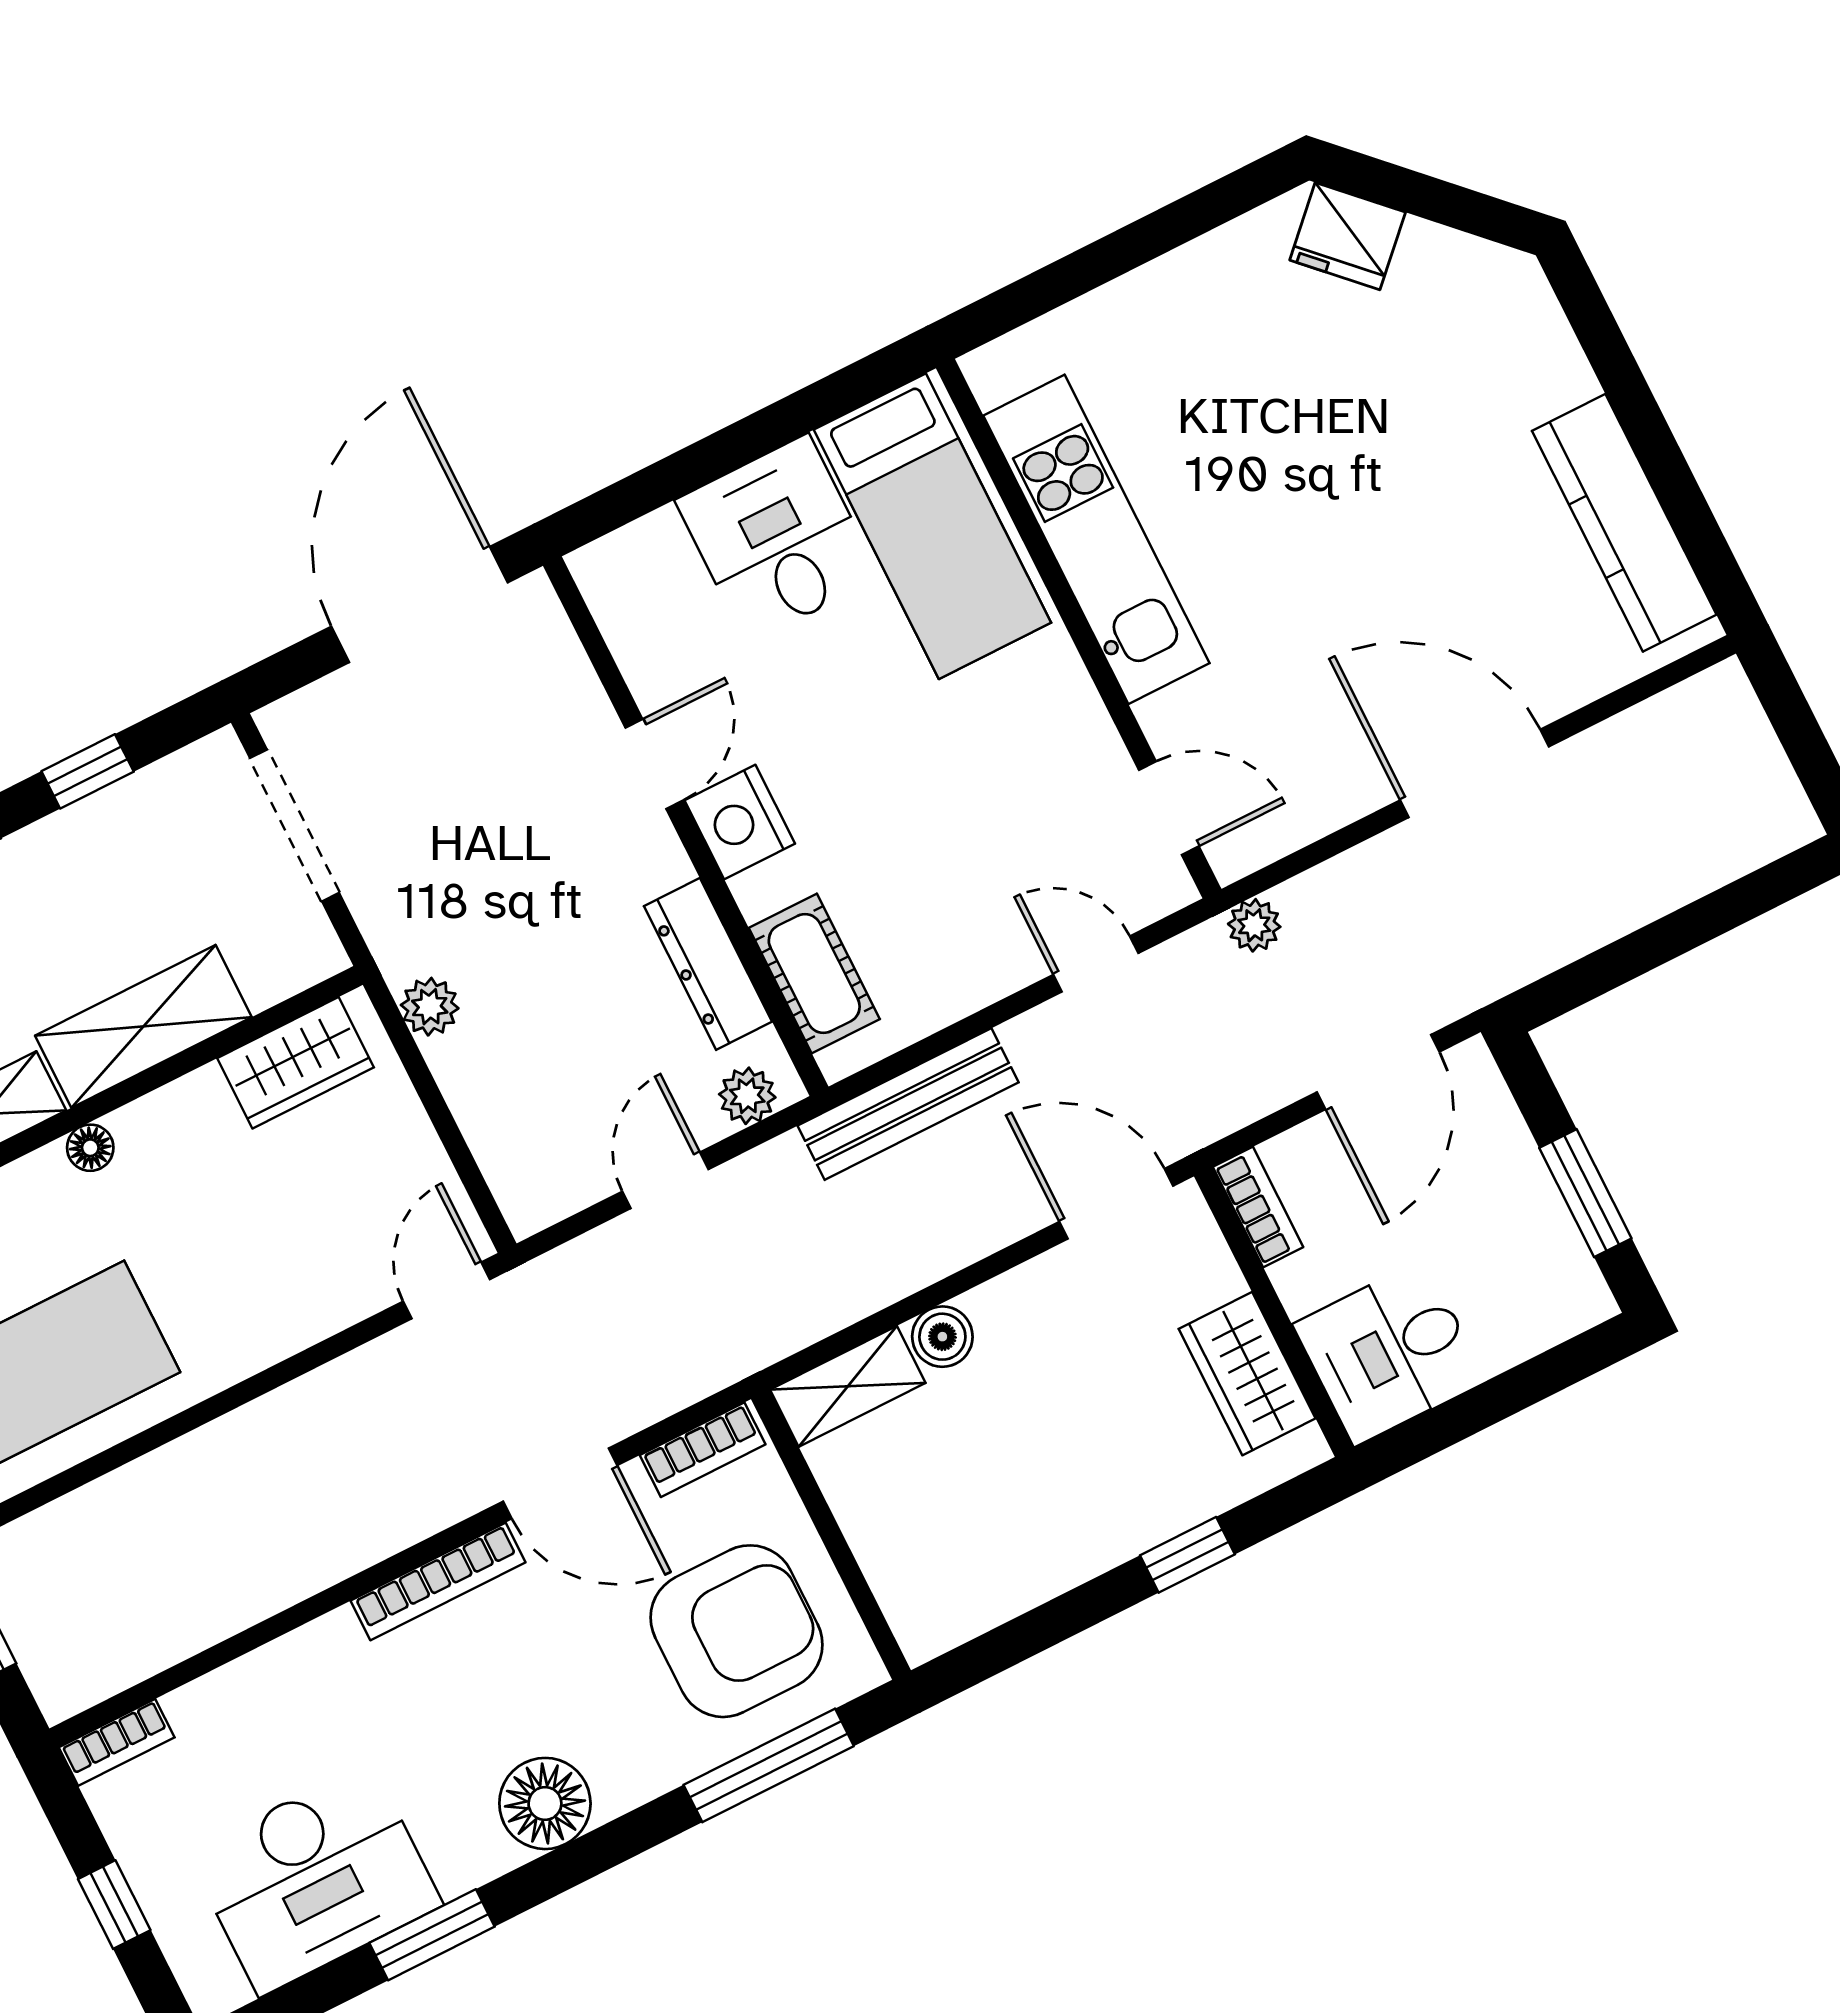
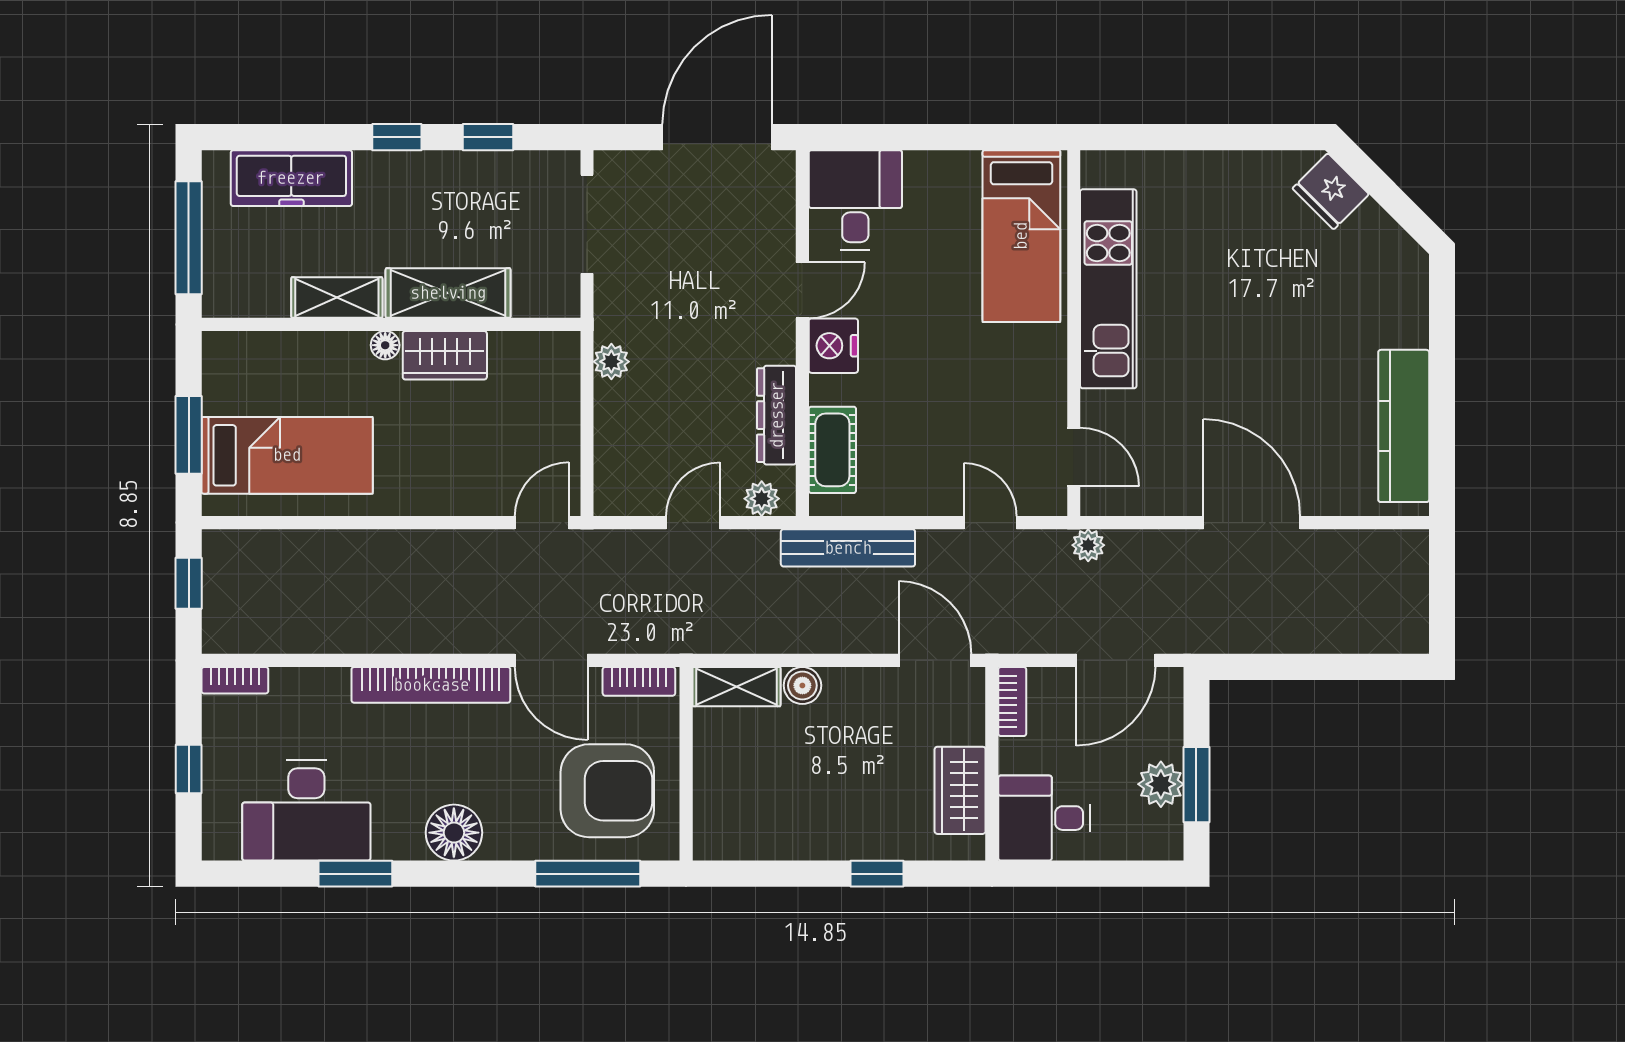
desk: (778, 539) -> (855, 200), moved
wardrobe: (295, 1063) -> (445, 355), moved
plant: (1533, 1219) -> (1161, 784), added
bookcase: (438, 1581) -> (431, 685), width x1.48, depth x1.31

